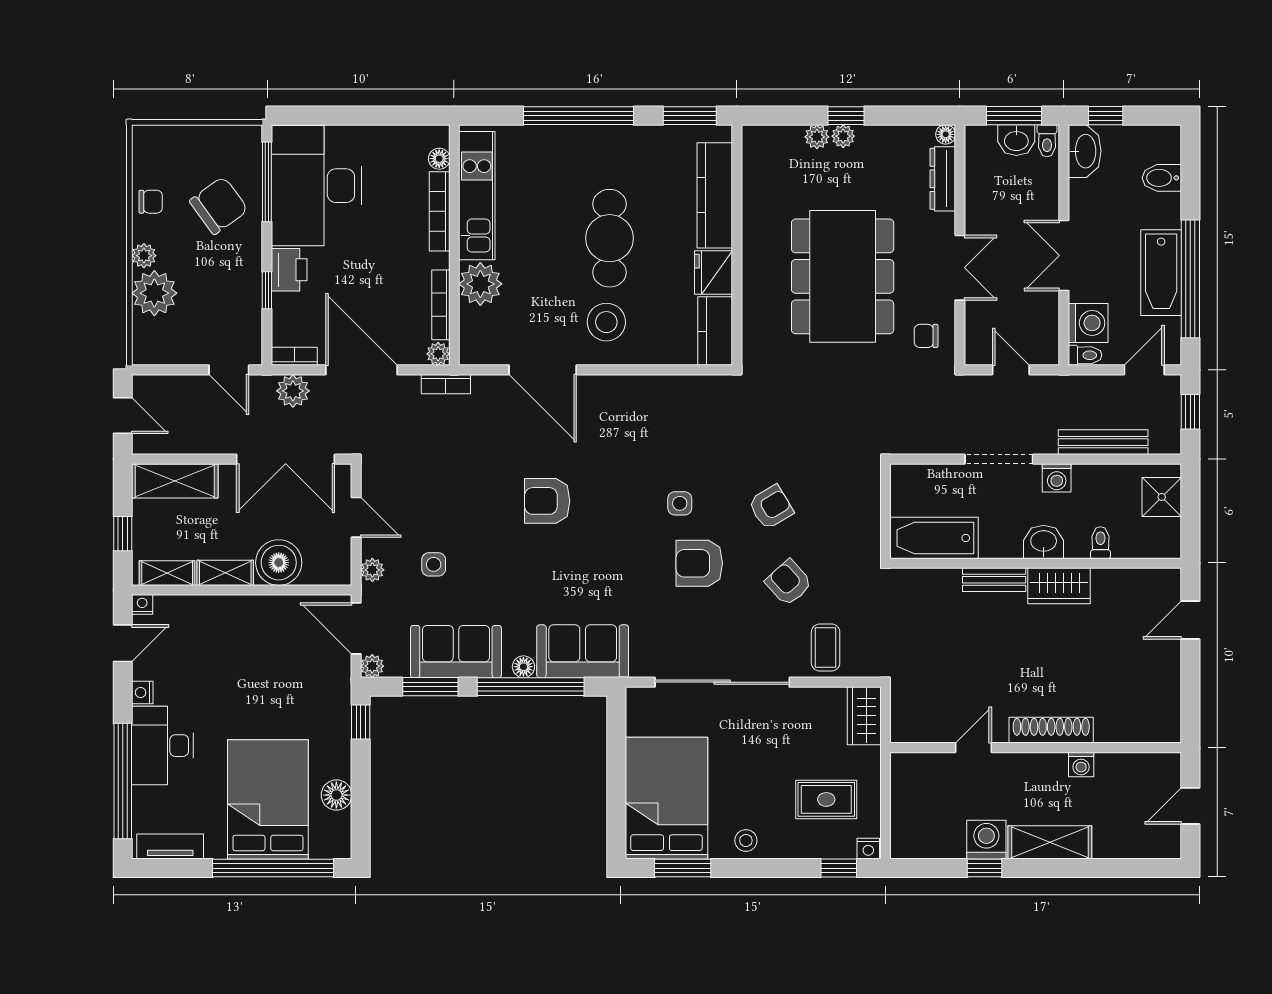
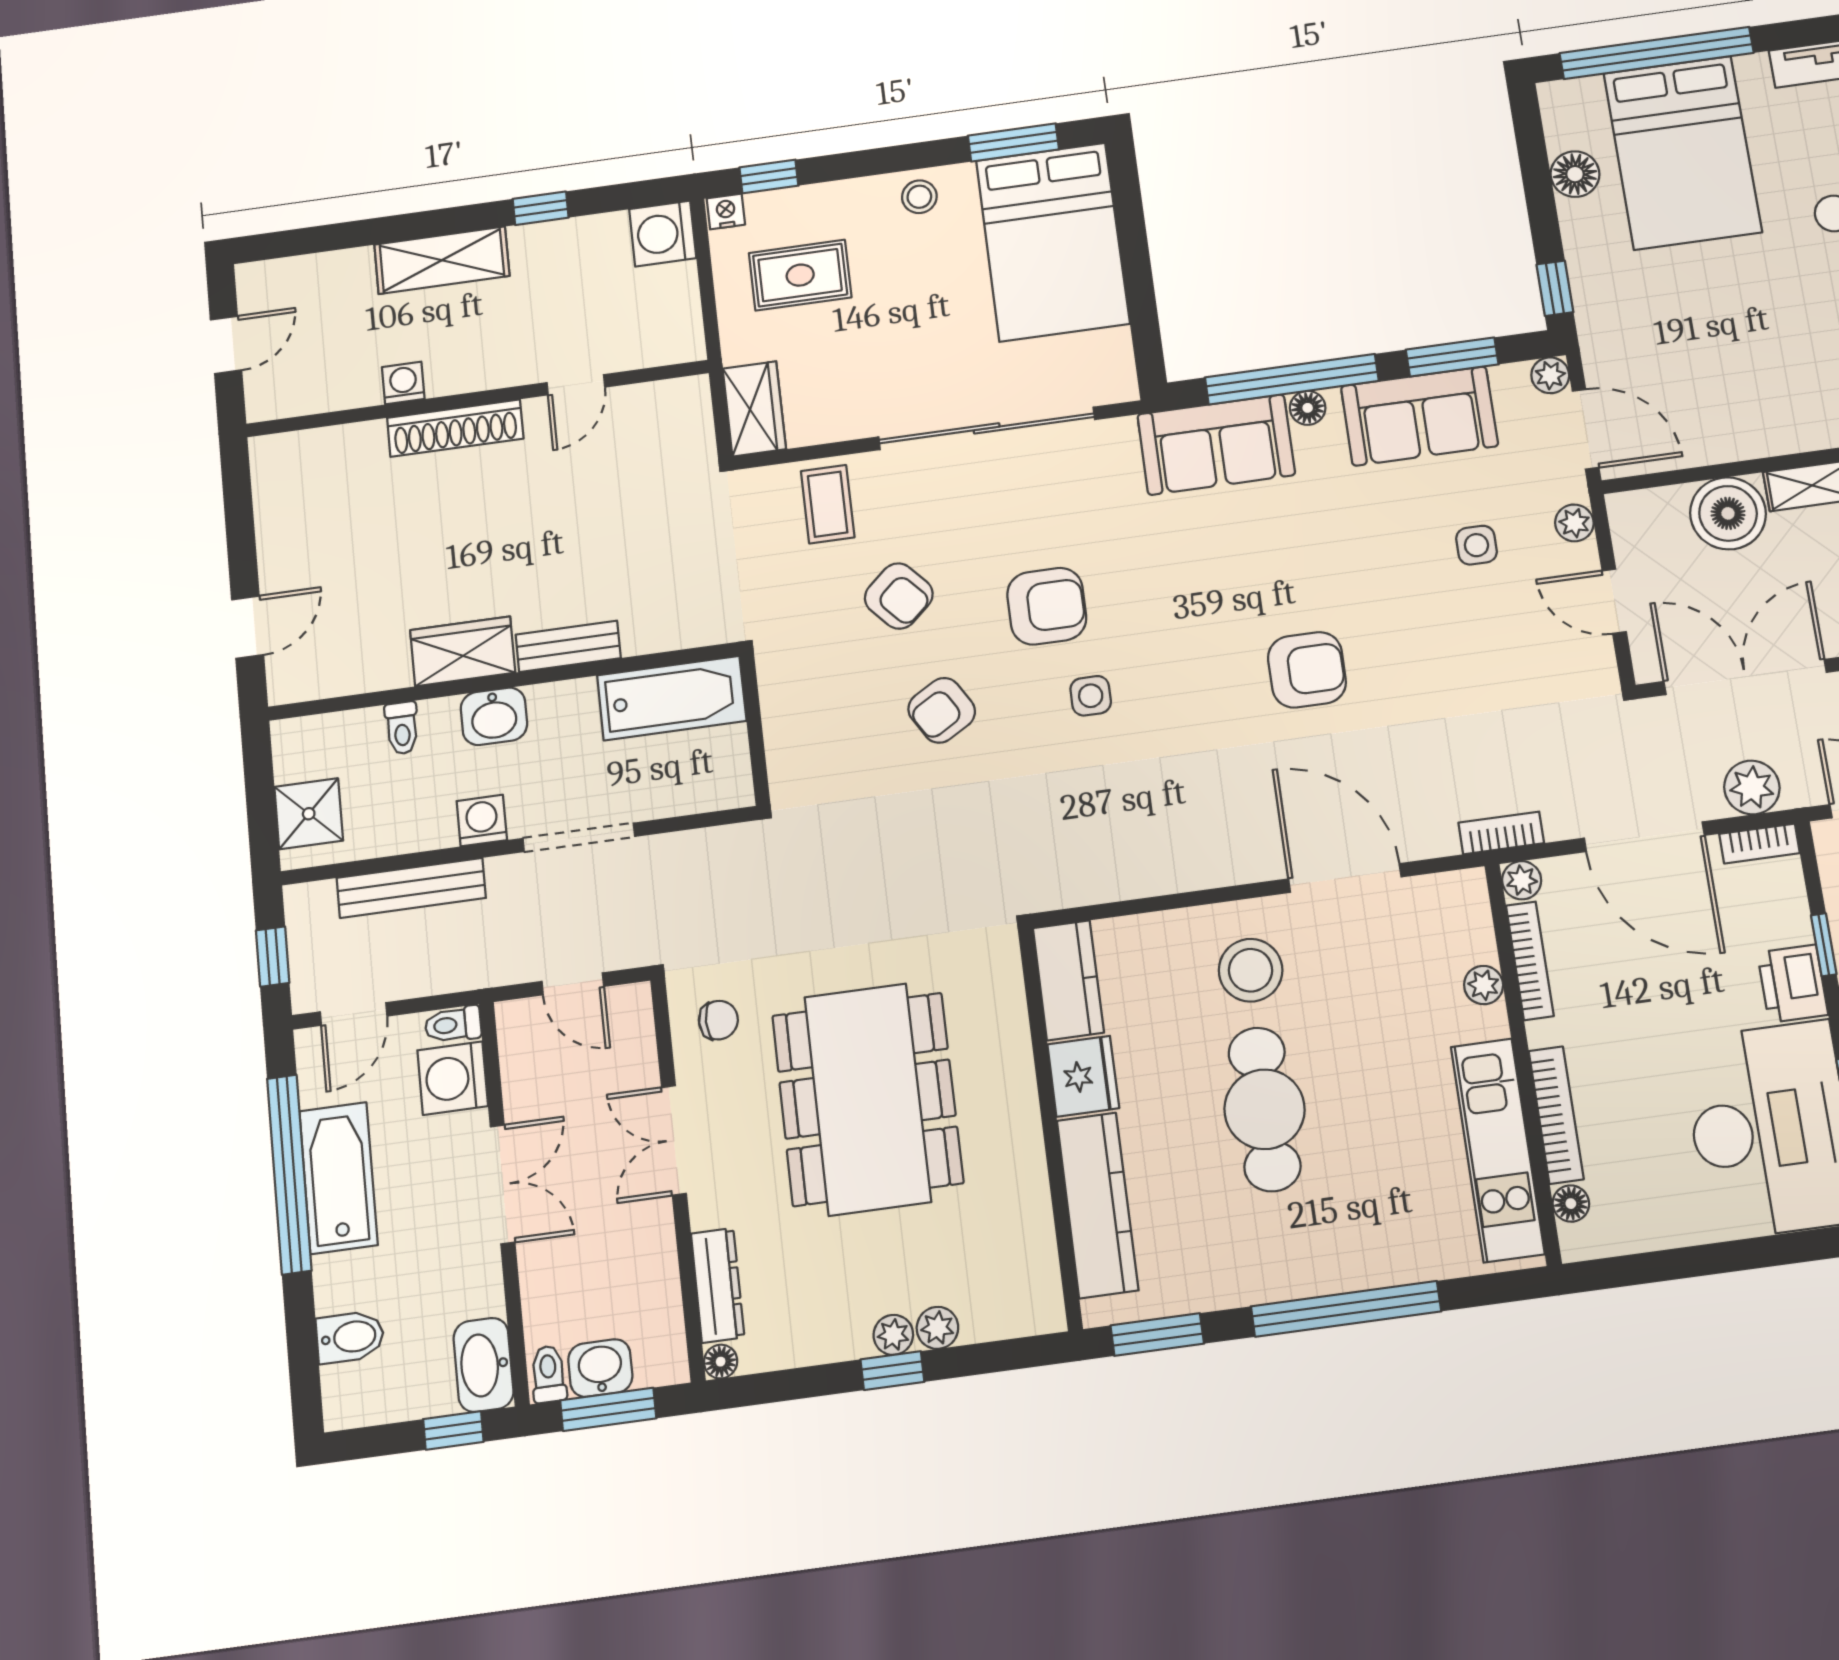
plant: (480, 284) -> (1484, 985), width x0.53, depth x0.53
washing machine: (986, 840) -> (663, 234), moved, turned 90

